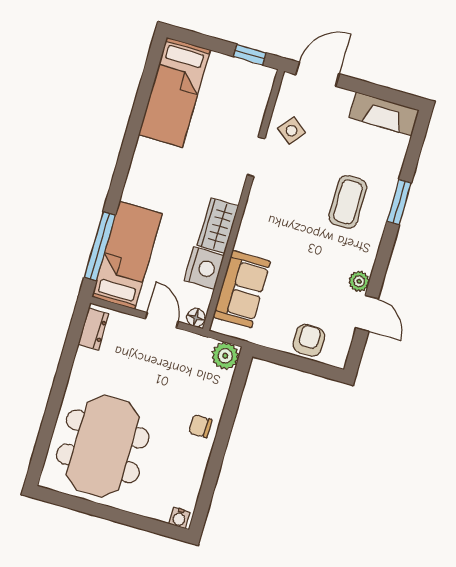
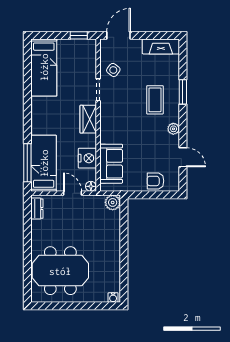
wardrobe: (218, 226) -> (88, 119), moved
plant: (359, 281) -> (173, 129), moved
armchair: (309, 340) -> (155, 181), turned -90
chair: (200, 426) -> (110, 245), removed
meeting table: (103, 446) -> (60, 271), turned 90

